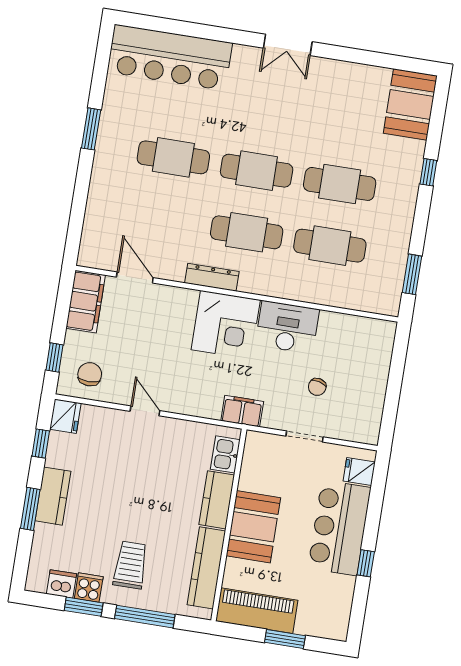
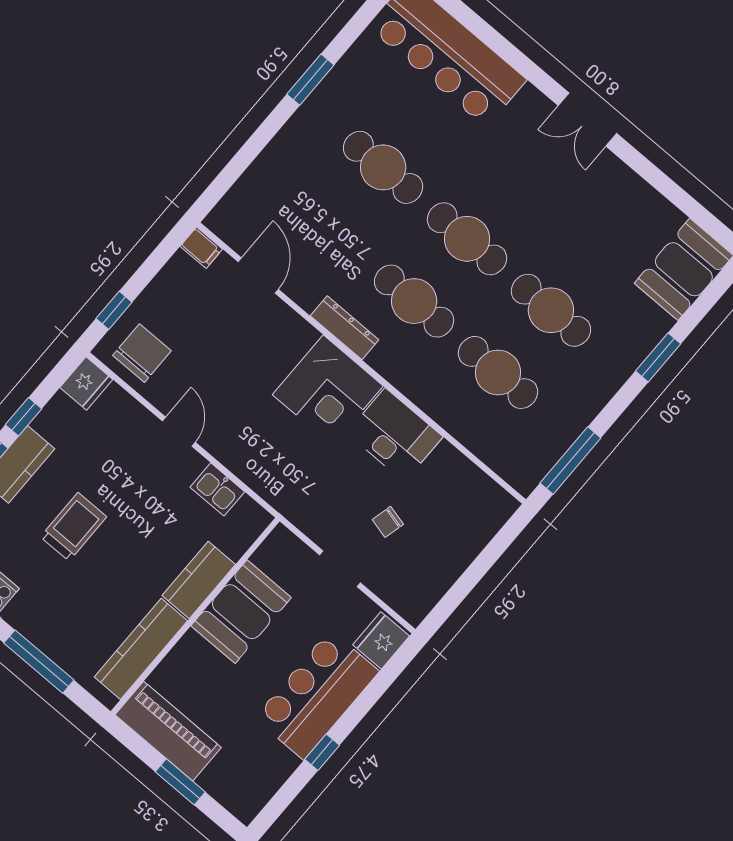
window: (428, 172) -> (658, 357), width x1.50
window: (412, 274) -> (570, 461), width x1.44
filing cabinet: (86, 302) -> (201, 248), width x0.33, depth x0.86
chair: (90, 374) -> (142, 353), width x1.37, depth x1.37
filing cabinet: (242, 411) -> (287, 498), removed
window: (41, 443) -> (23, 417), moved
kitchen sink: (225, 454) -> (217, 489), moved, turned -90
fridge: (359, 472) -> (381, 640), width x1.38
booth: (253, 527) -> (241, 612), moved
trolley: (130, 565) -> (74, 527), moved

